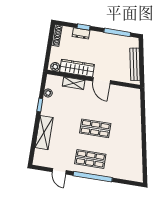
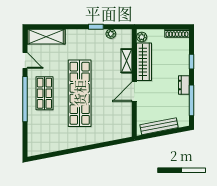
dresser: (81, 33) -> (184, 85), moved
shop shelf: (95, 128) -> (80, 93), width x2.00, depth x1.36
shelving: (44, 133) -> (46, 37), moved
door: (59, 171) -> (25, 60), swing flipped

